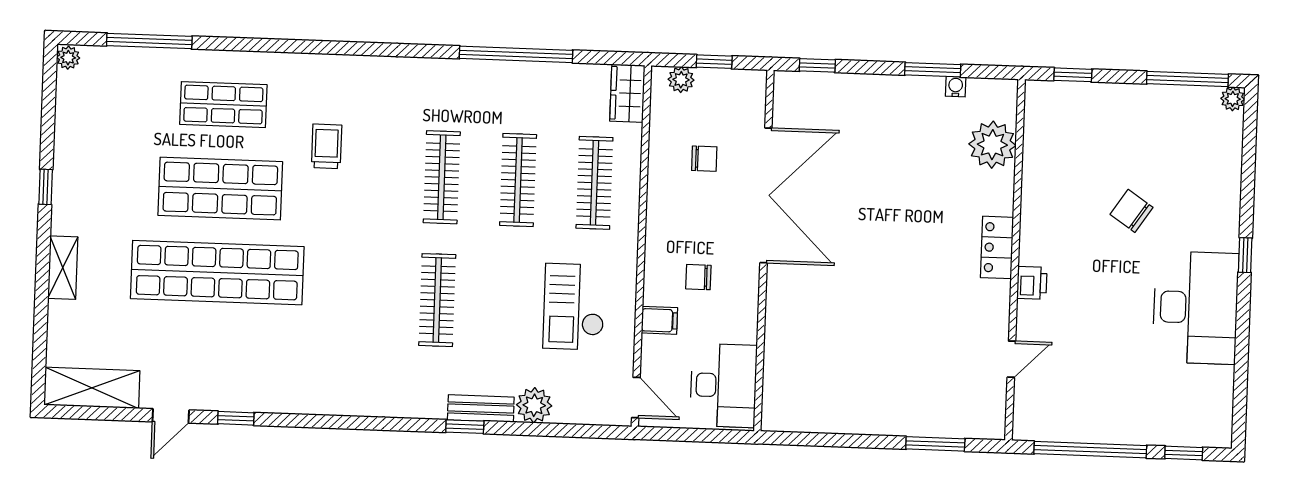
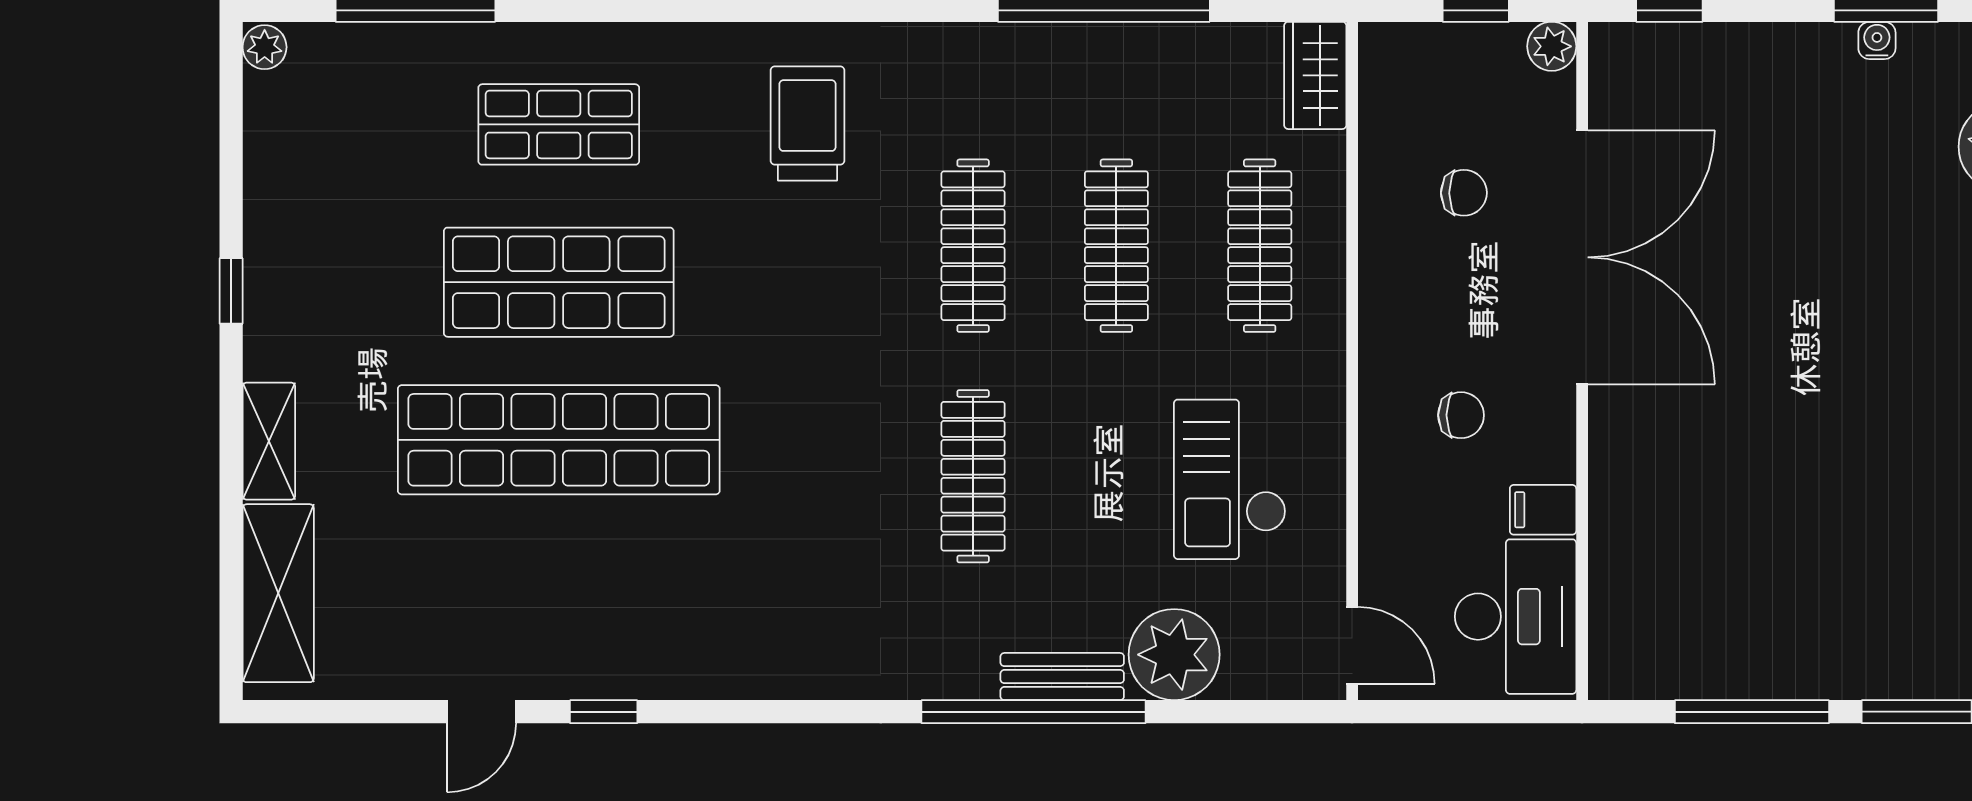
plant: (681, 80) -> (1552, 46), moved
water cooler: (956, 87) -> (1877, 40), moved
trolley: (327, 146) -> (807, 124), moved, width x1.36, depth x1.39
chair: (698, 277) -> (1461, 415), turned 180
filing cabinet: (659, 320) -> (1543, 510), moved, turned 180
shelving: (92, 388) -> (278, 593), moved, turned 90
plant: (534, 405) -> (1174, 655), width x1.36, depth x1.36
window: (465, 427) -> (1034, 712), width x3.17
window: (848, 441) -> (1752, 712), added

